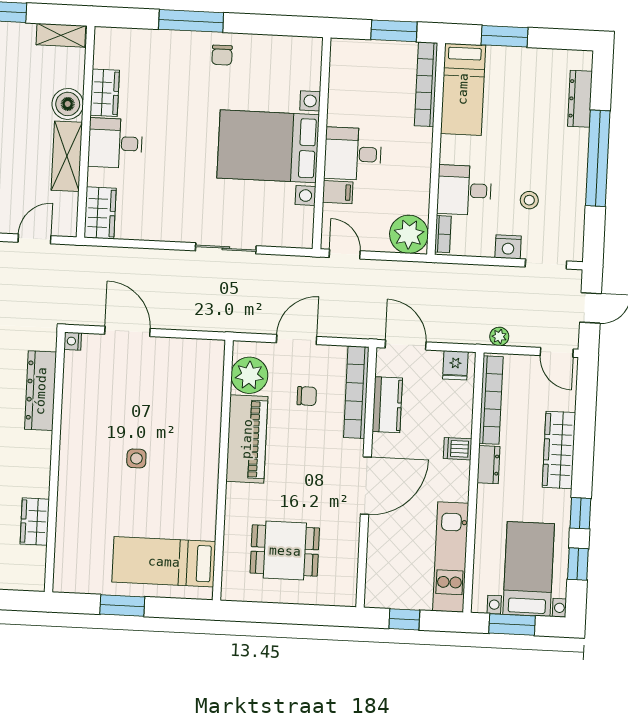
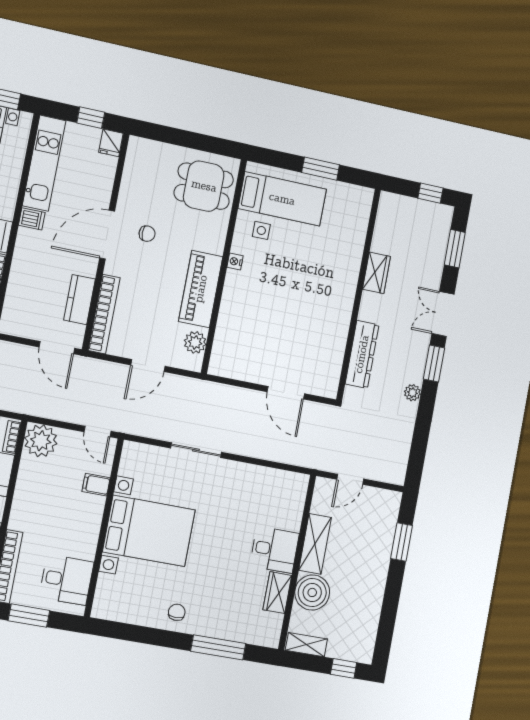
window: (191, 21) -> (218, 647), moved
boiler: (68, 104) -> (312, 592), width x1.37, depth x1.37
desk: (353, 154) -> (66, 580), moved
wardrobe: (100, 213) -> (295, 493), removed
nightstand: (73, 341) -> (235, 261), moved, turned 180
fridge: (455, 365) -> (111, 143), moved, turned 180
plant: (249, 375) -> (195, 342), width x0.73, depth x0.73
chair: (307, 396) -> (147, 234), moved, turned 180
dishwasher: (458, 449) -> (32, 219), moved
side table: (136, 458) -> (261, 230), moved
wardrobe: (35, 522) -> (376, 273), moved
dining table: (285, 551) -> (204, 186), moved

